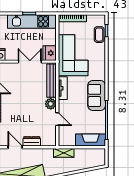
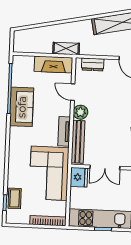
sofa: (97, 95) -> (22, 107), moved
fireplace: (91, 140) -> (54, 64), moved
dresser: (32, 141) -> (93, 64), moved

